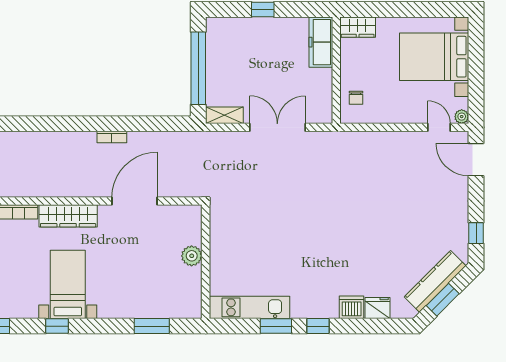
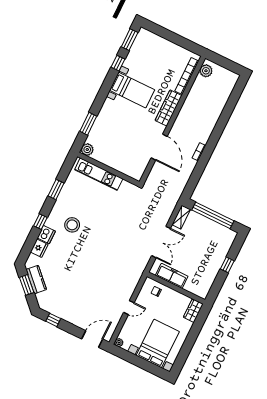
freezer: (321, 42) -> (172, 276), moved
door: (439, 127) -> (129, 308), moved
plant: (192, 256) -> (87, 150), moved
stool: (318, 275) -> (72, 225), added
kitchen counter: (435, 281) -> (36, 279), width x0.67
kitchen unit: (249, 307) -> (99, 174), moved, turned 90
window: (57, 326) -> (118, 63), moved
window: (318, 326) -> (40, 222), moved

